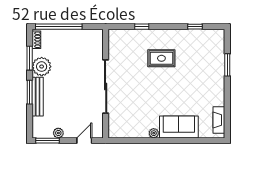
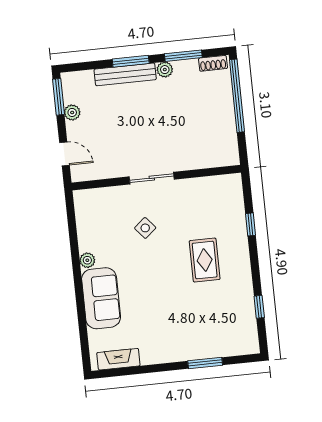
plant: (42, 67) -> (165, 70), width x0.53, depth x0.53
sliding door: (106, 87) -> (152, 178), width x0.54
side table: (137, 94) -> (145, 228), added

